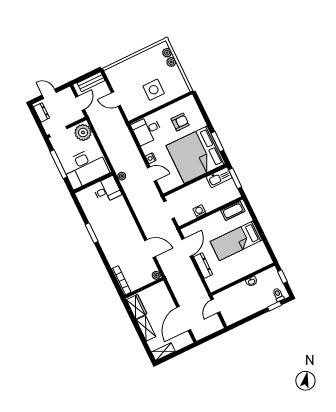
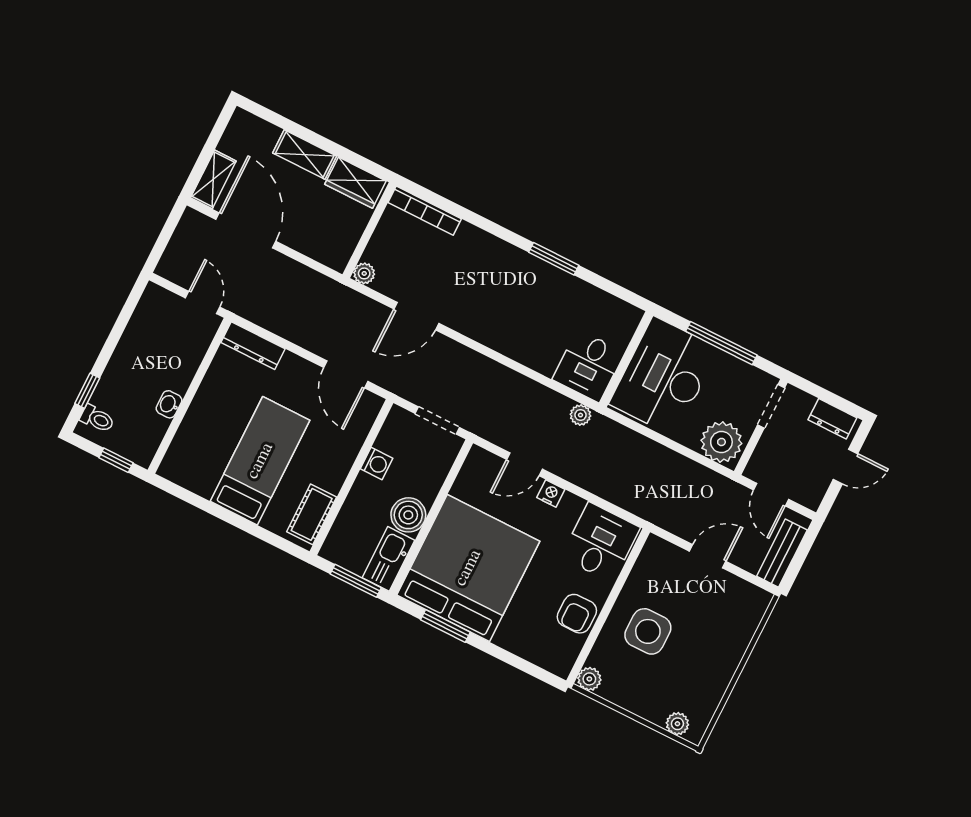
plant: (171, 62) -> (589, 679), moved
armchair: (180, 122) -> (577, 614), moved
boiler: (202, 187) -> (408, 515), added
dresser: (203, 266) -> (253, 346), moved
shelving: (163, 352) -> (213, 179), moved

